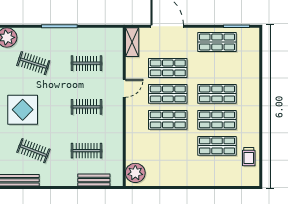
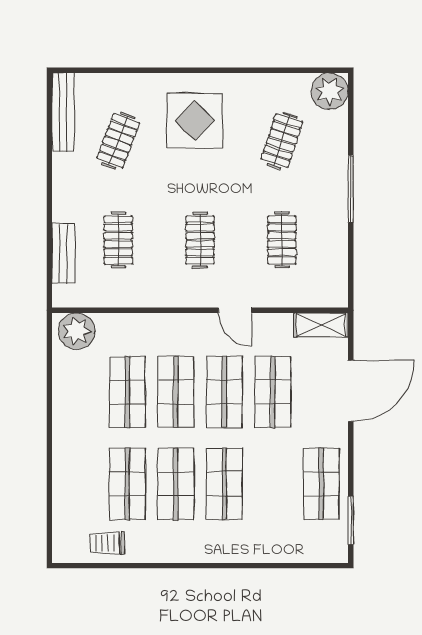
shop shelf: (168, 146) -> (127, 392), added

